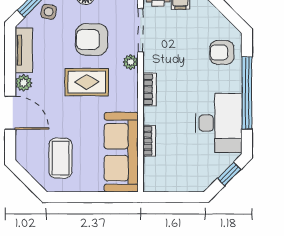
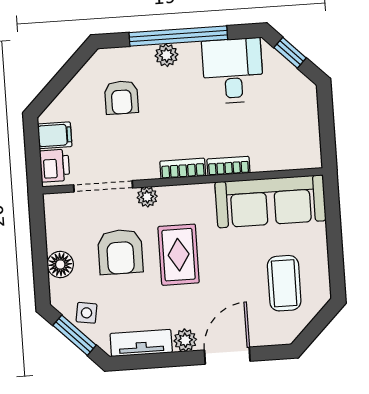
armchair: (222, 52) -> (121, 97), moved
plant: (233, 83) -> (166, 55), added
desk: (219, 123) -> (233, 71), width x0.73
bookcase: (149, 141) -> (228, 166), moved
coffee table: (60, 158) -> (284, 283), turned 90

